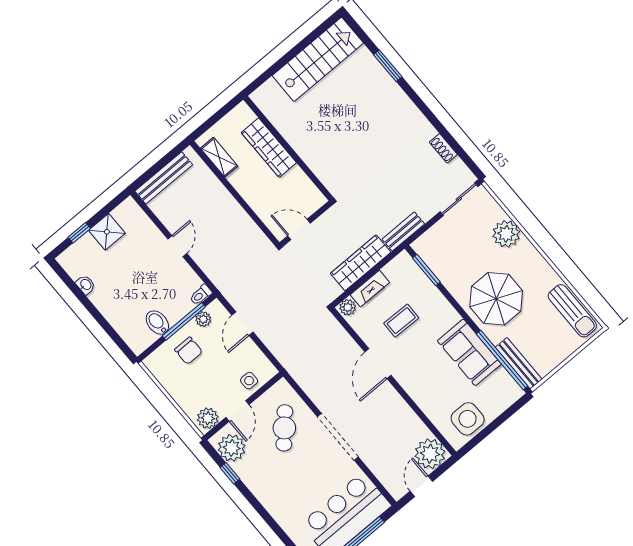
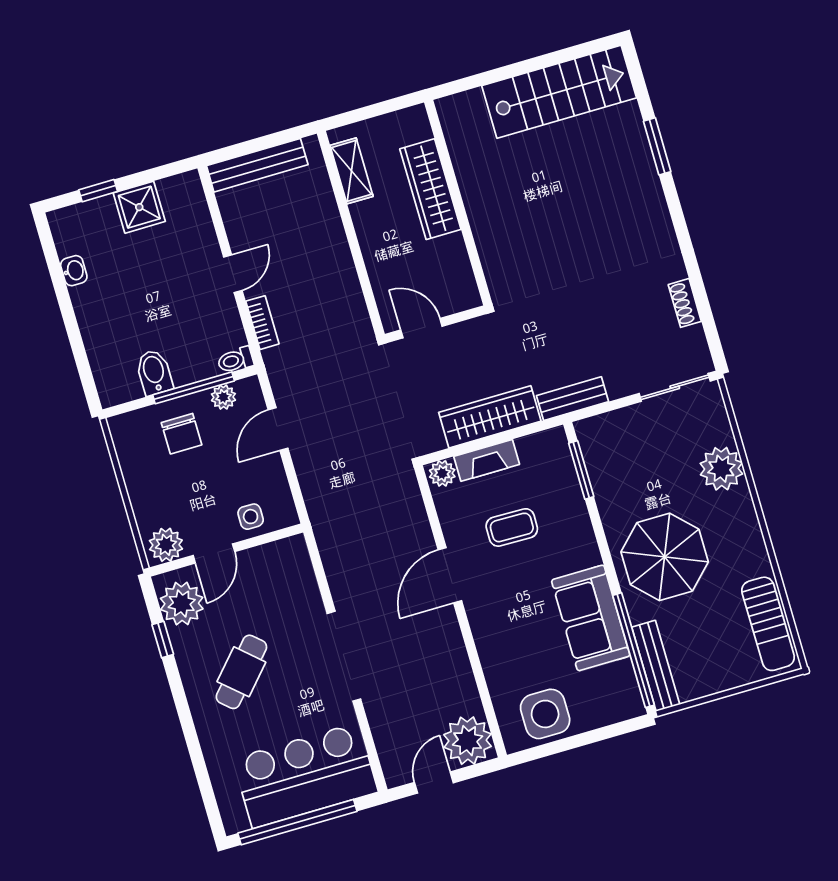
bookcase: (207, 267) -> (262, 323), added
cafe table: (284, 428) -> (241, 672), moved

